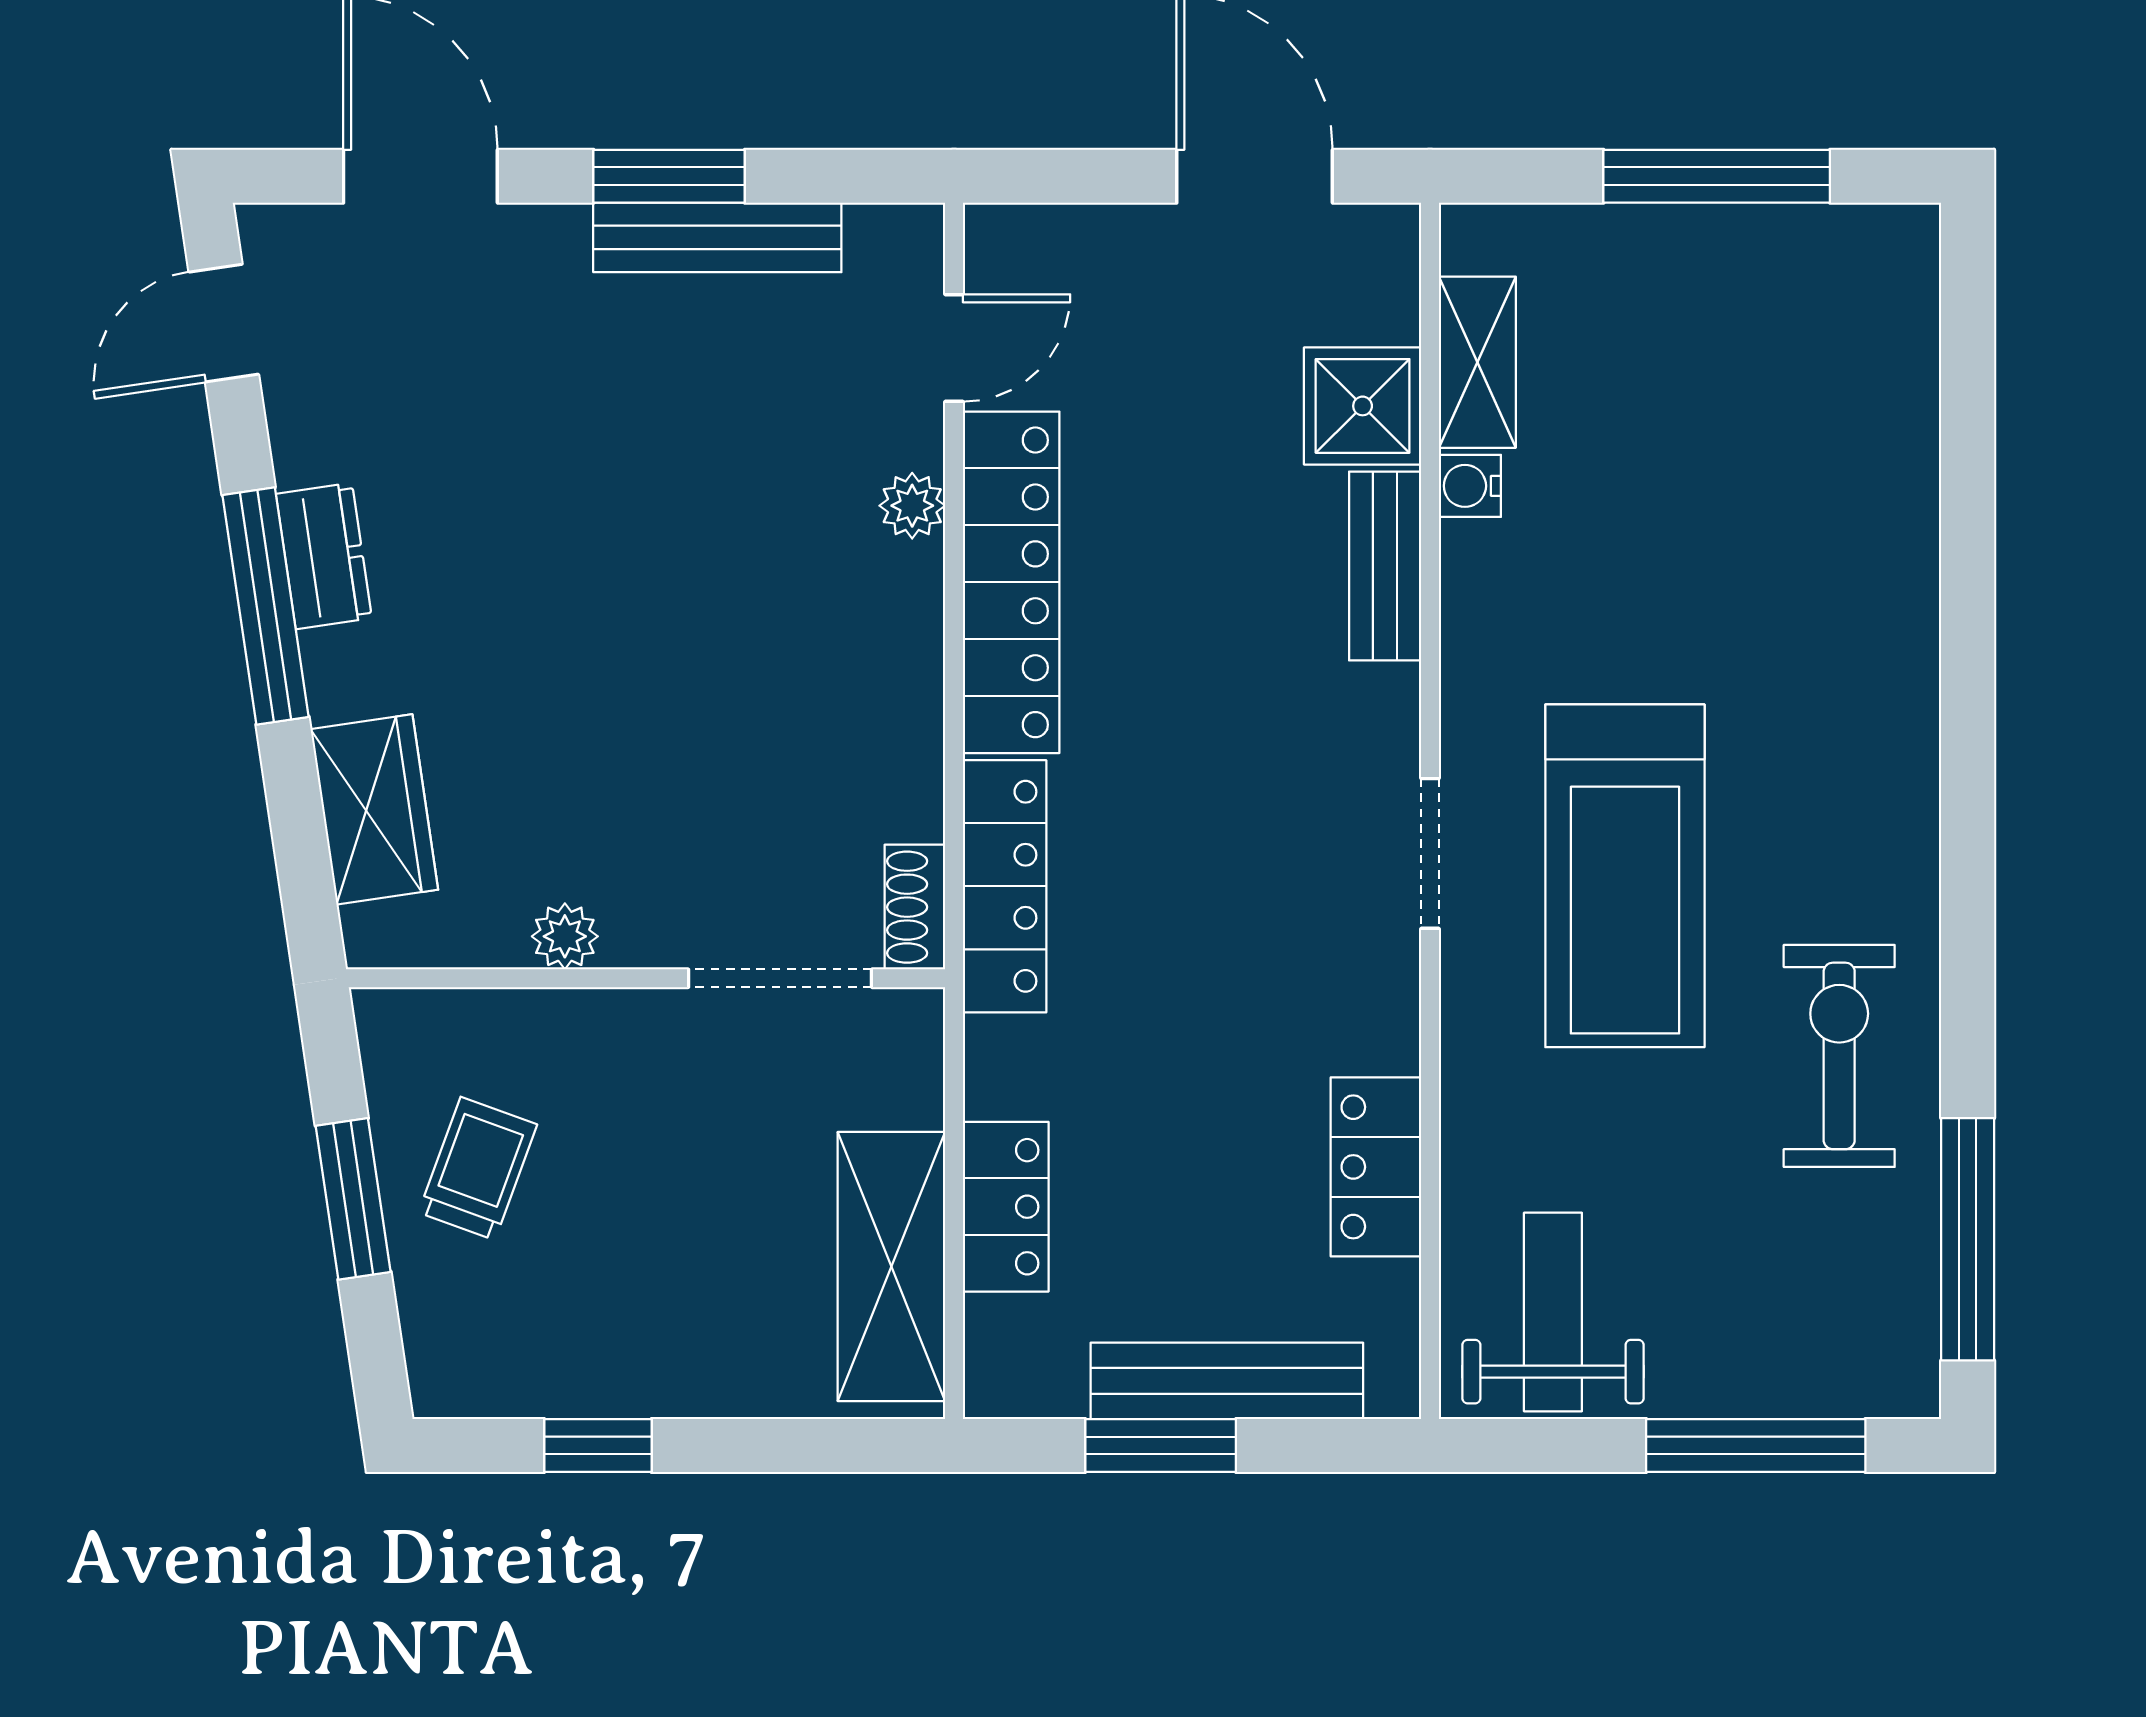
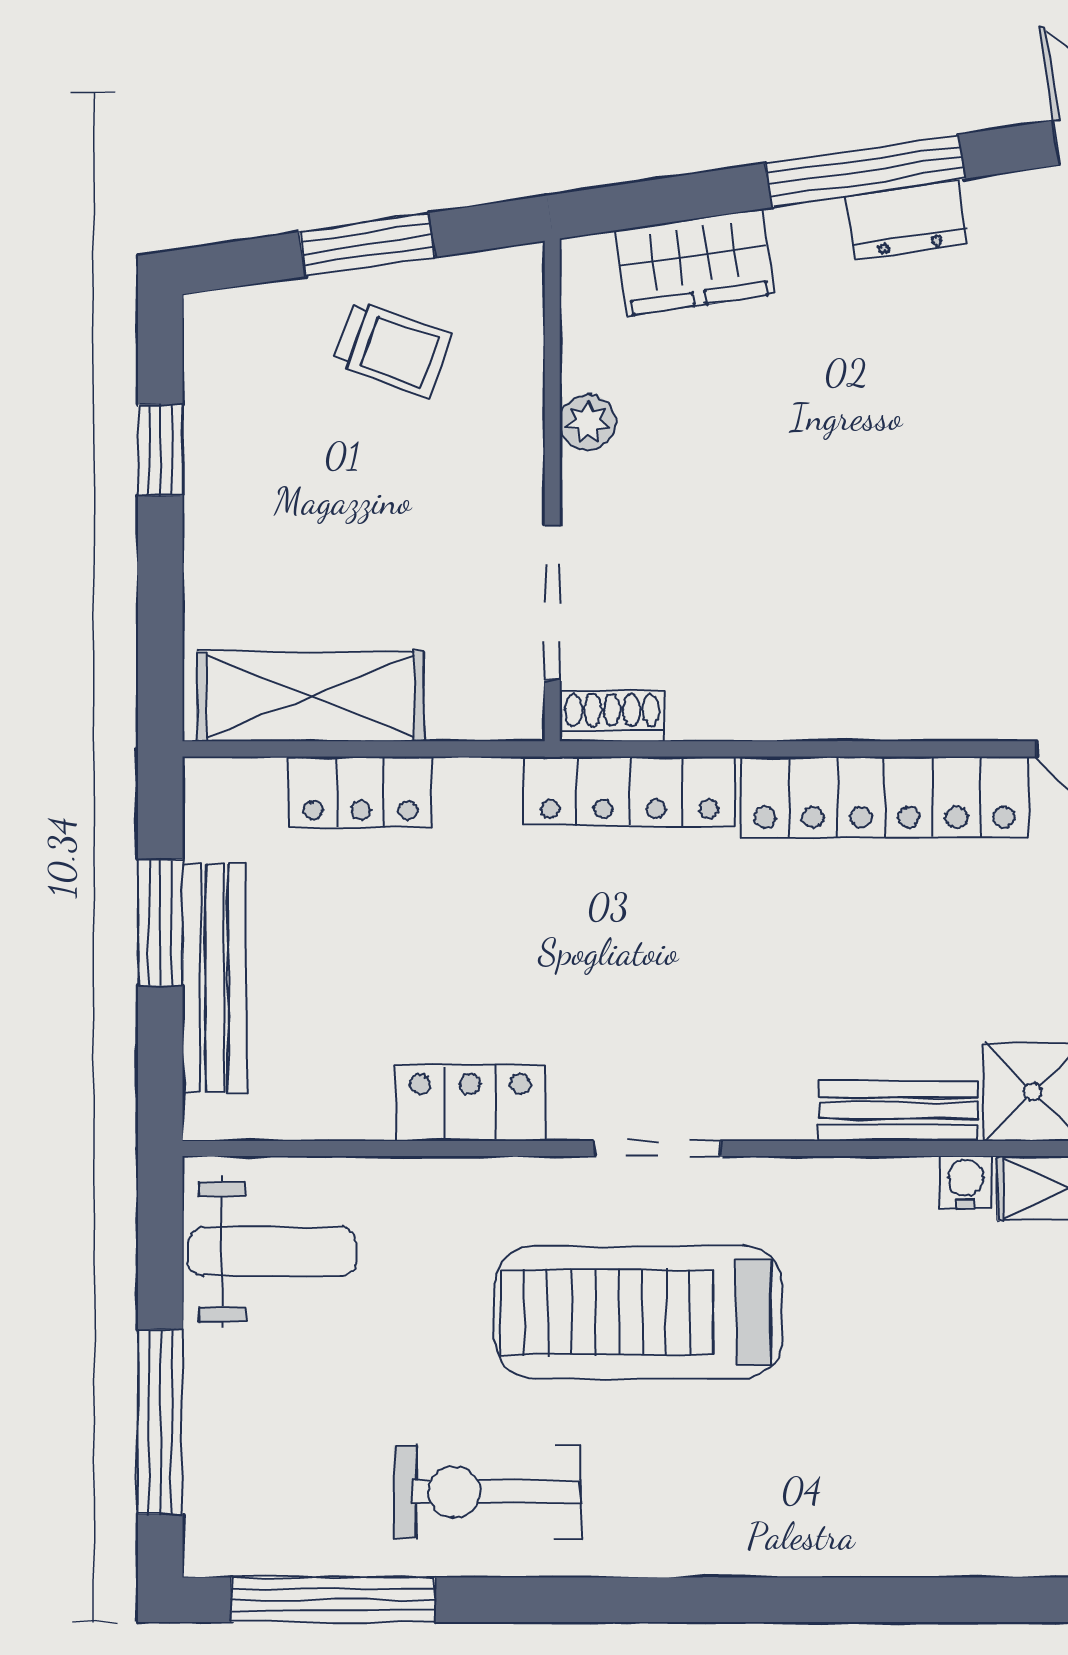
plant: (912, 506) -> (949, 714), removed
exercise bike: (1839, 1056) -> (487, 1492), turned 180
locker: (1376, 1167) -> (470, 1103), moved

